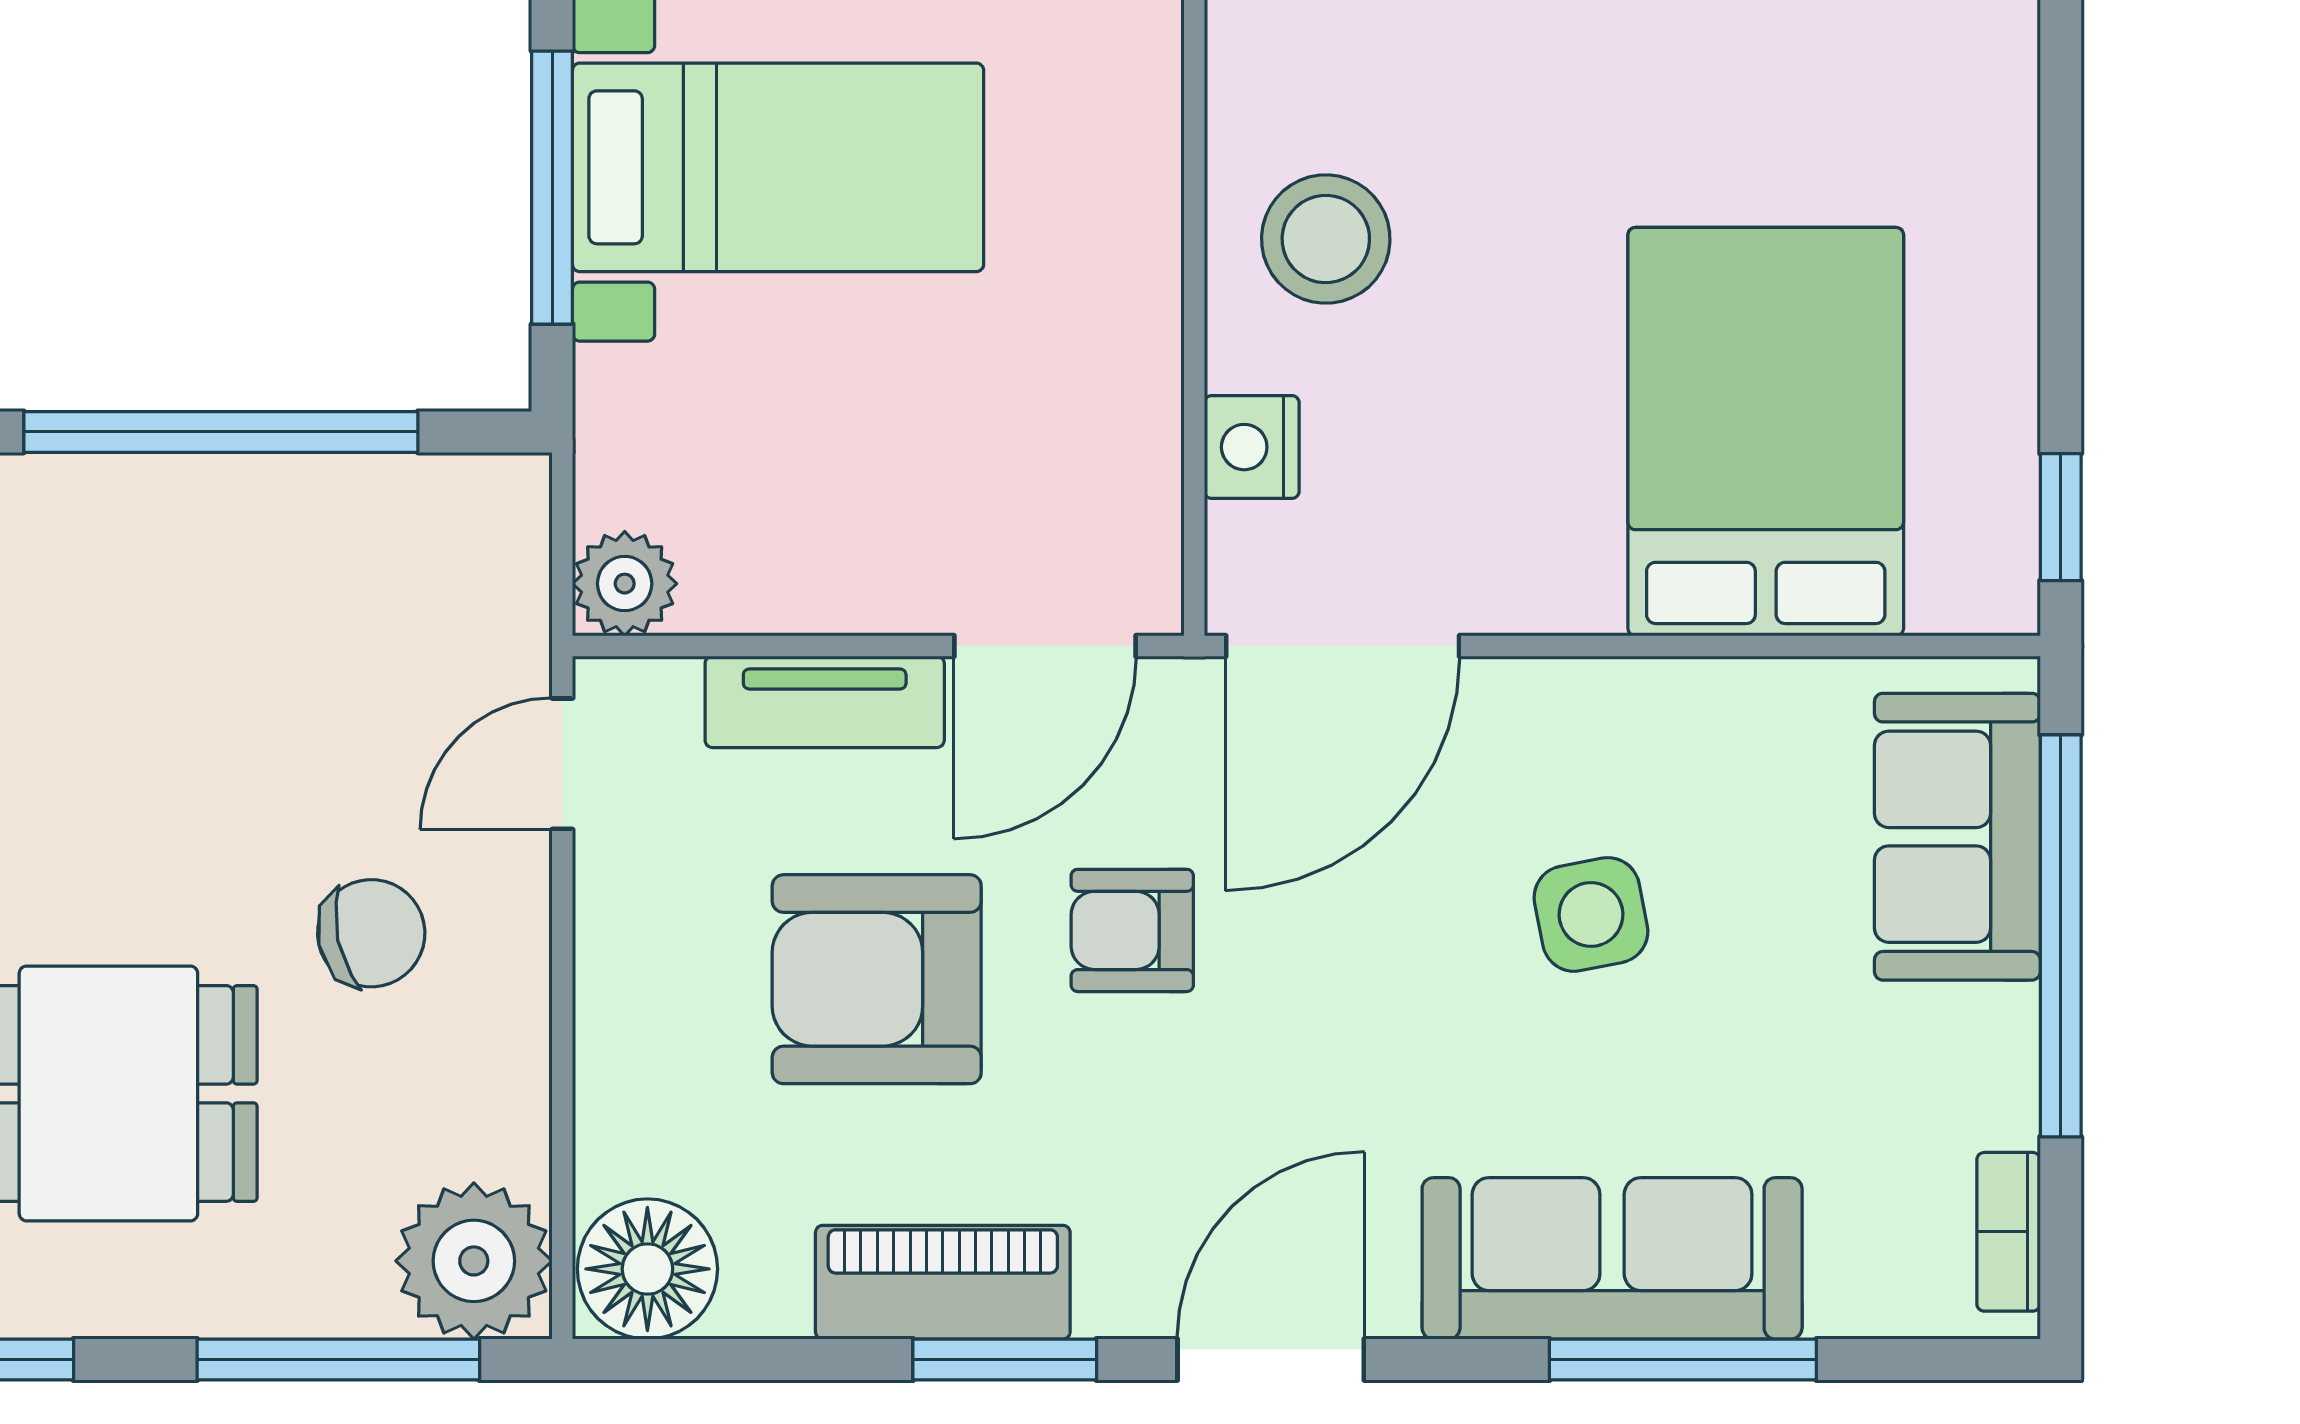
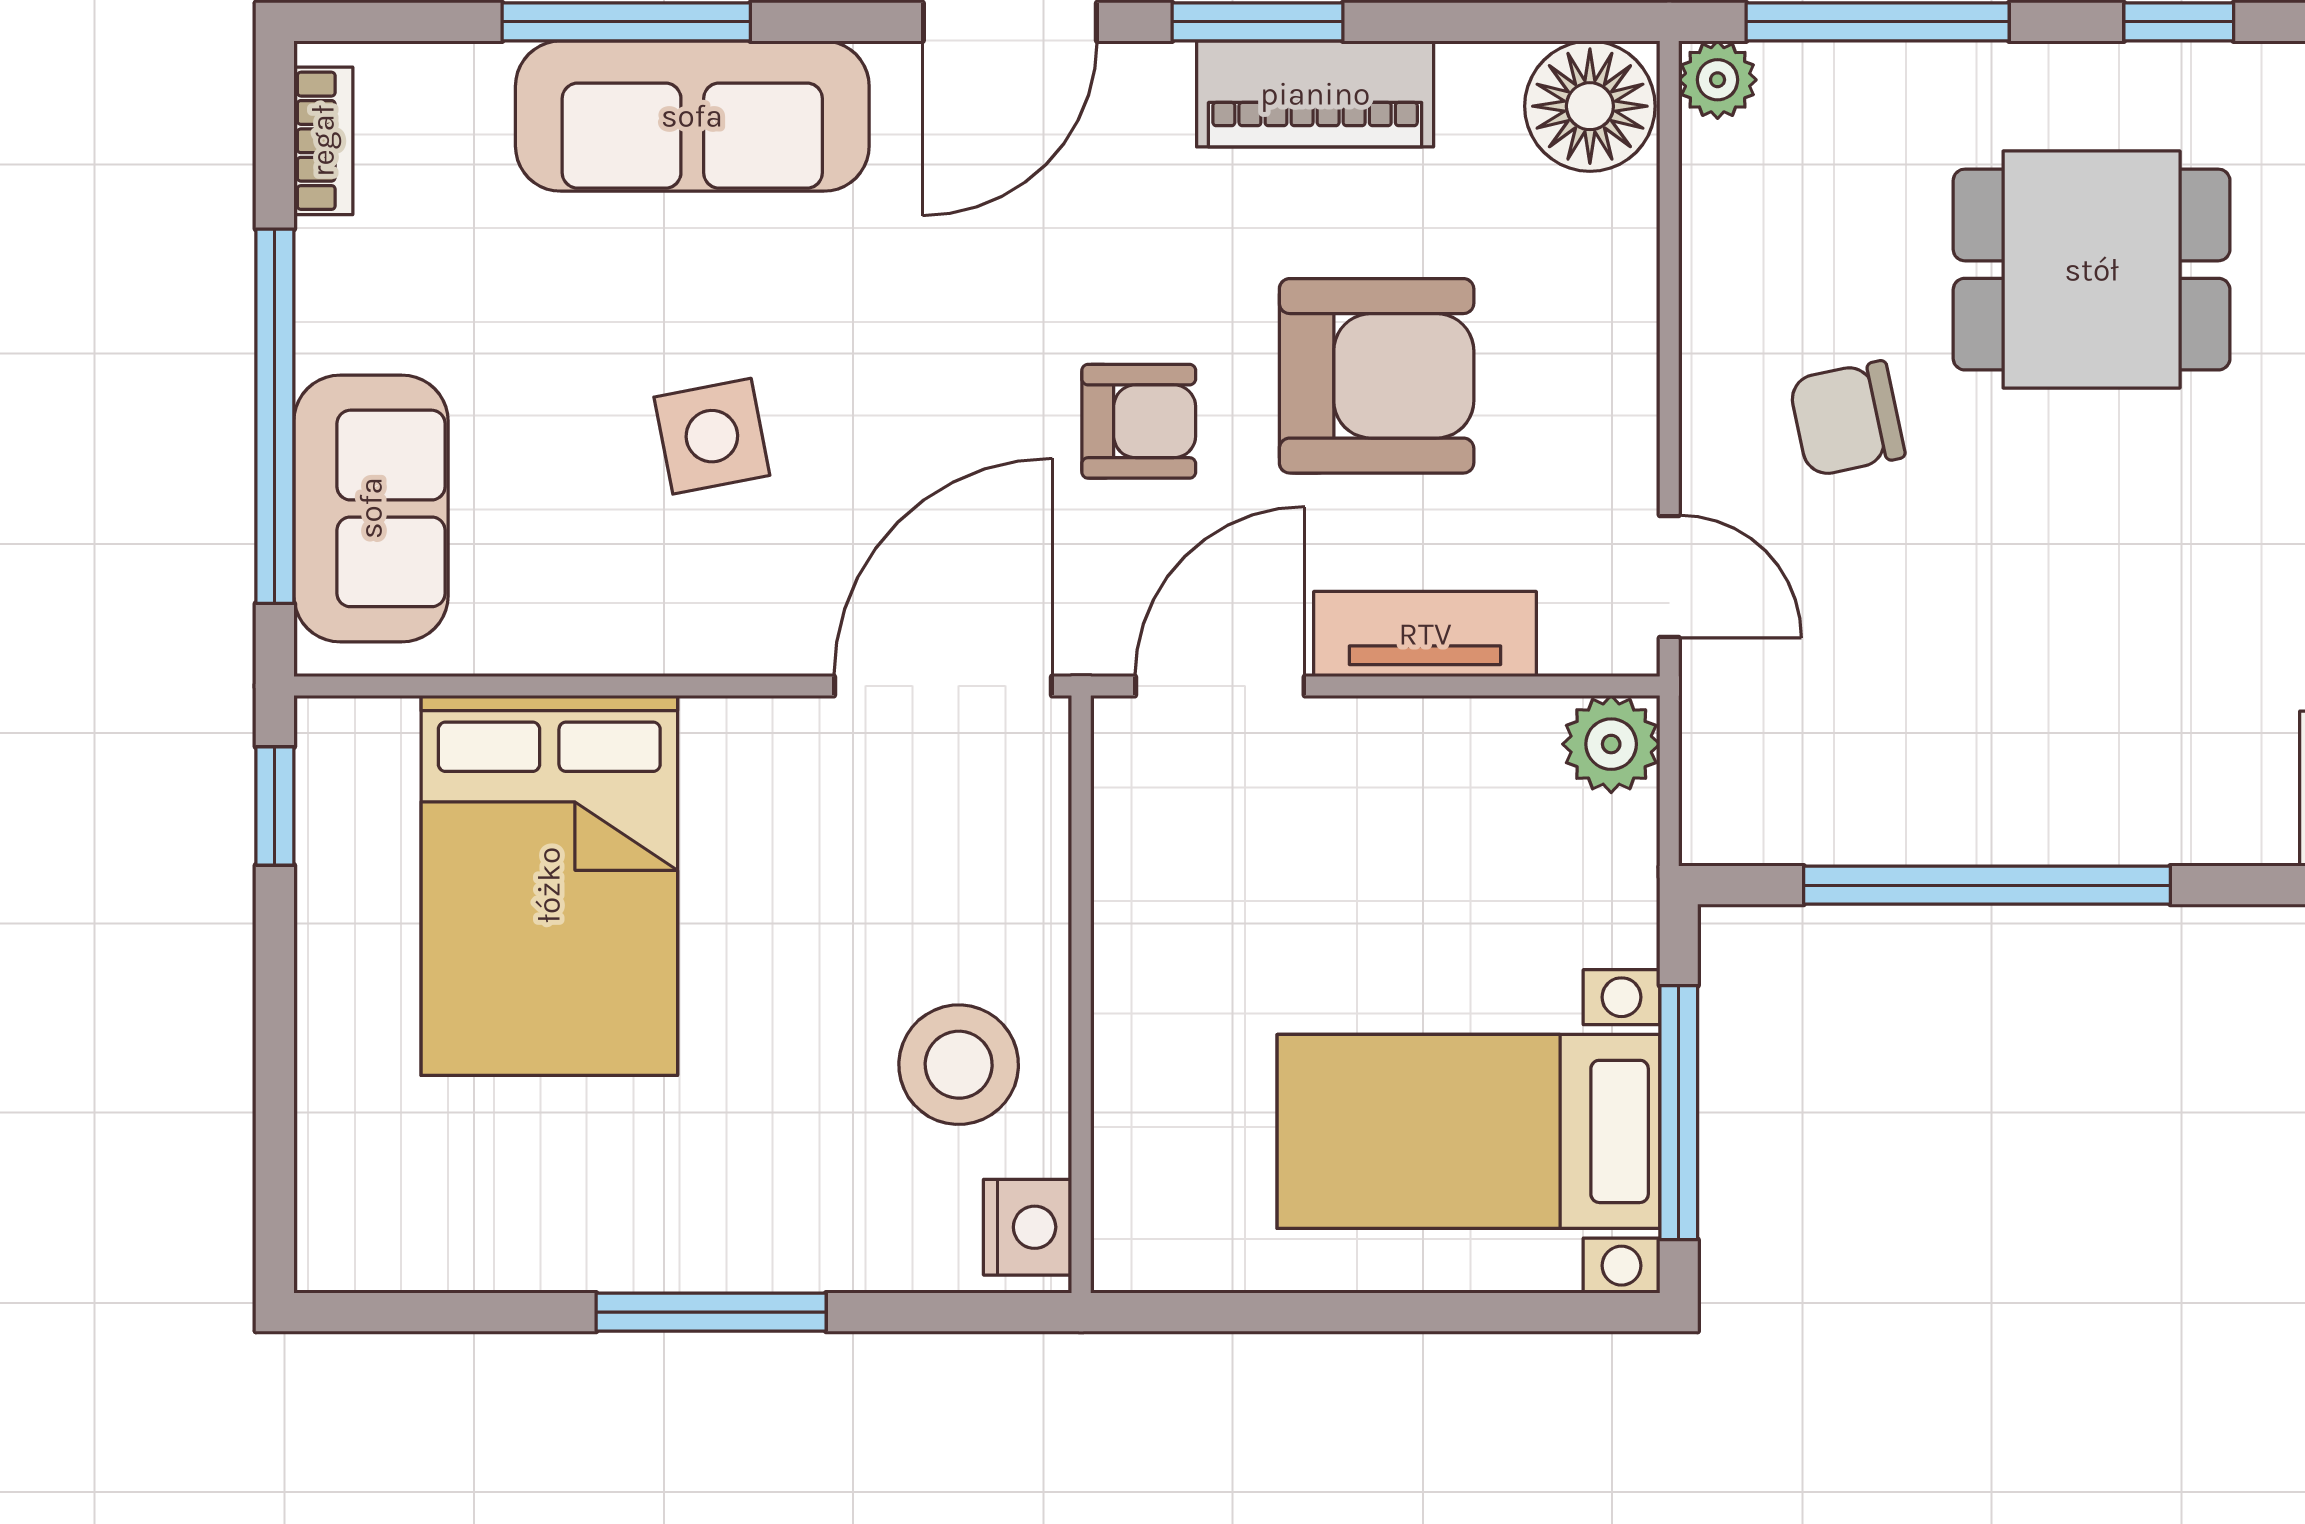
nightstand: (1252, 447) -> (1028, 1227), moved
door: (562, 764) -> (1669, 576), hinge flipped
plant: (474, 1261) -> (1718, 80), width x0.53, depth x0.53

